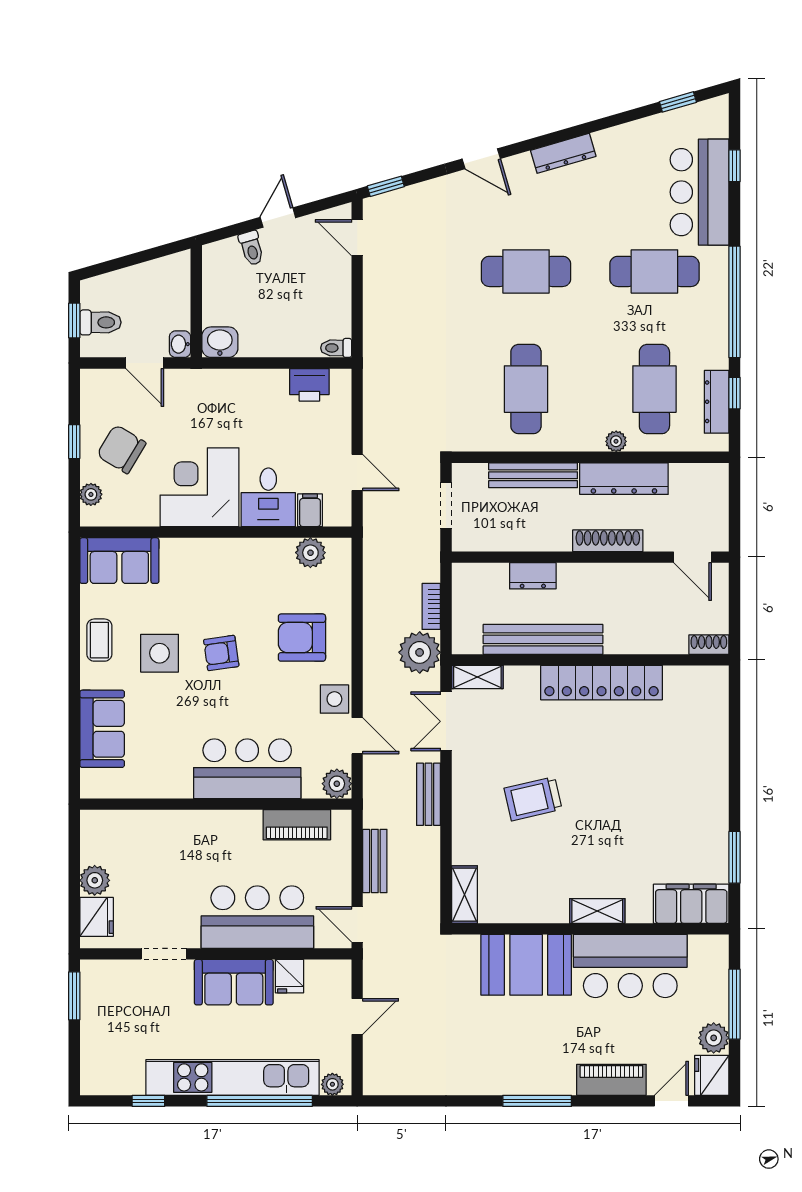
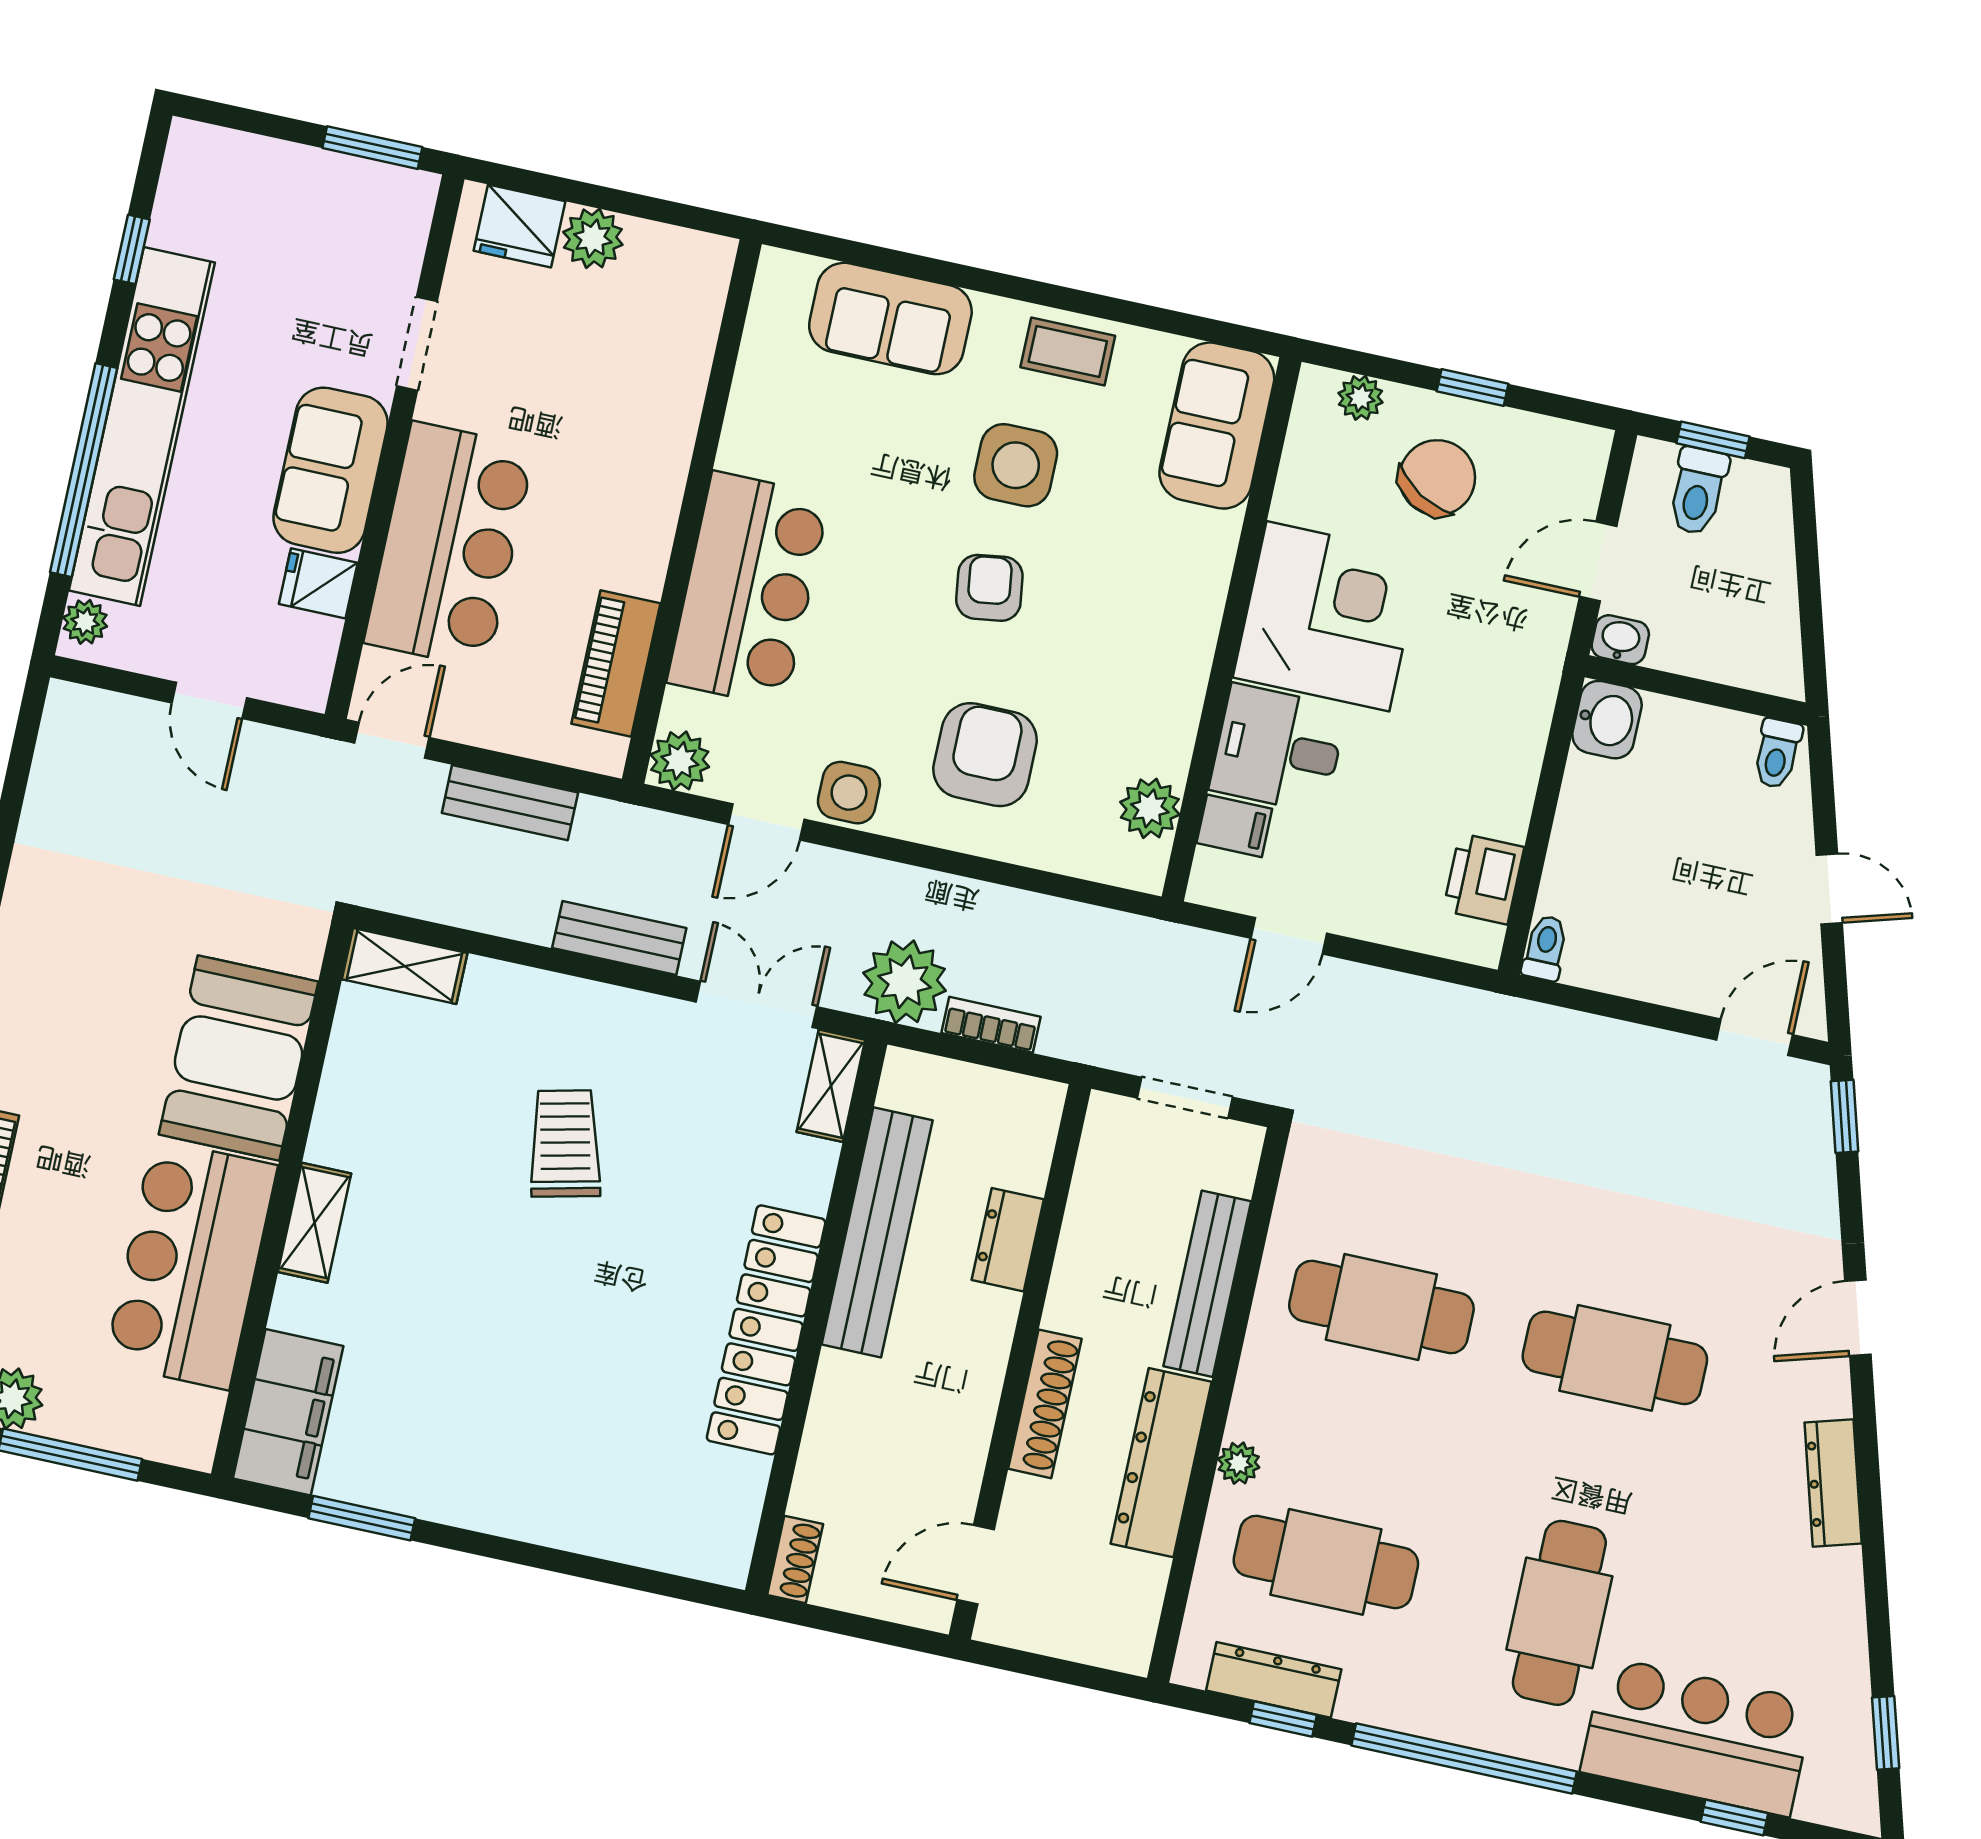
toilet: (251, 248) -> (1777, 753), moved, turned -74
cafe table: (526, 271) -> (1615, 1358), turned 90

